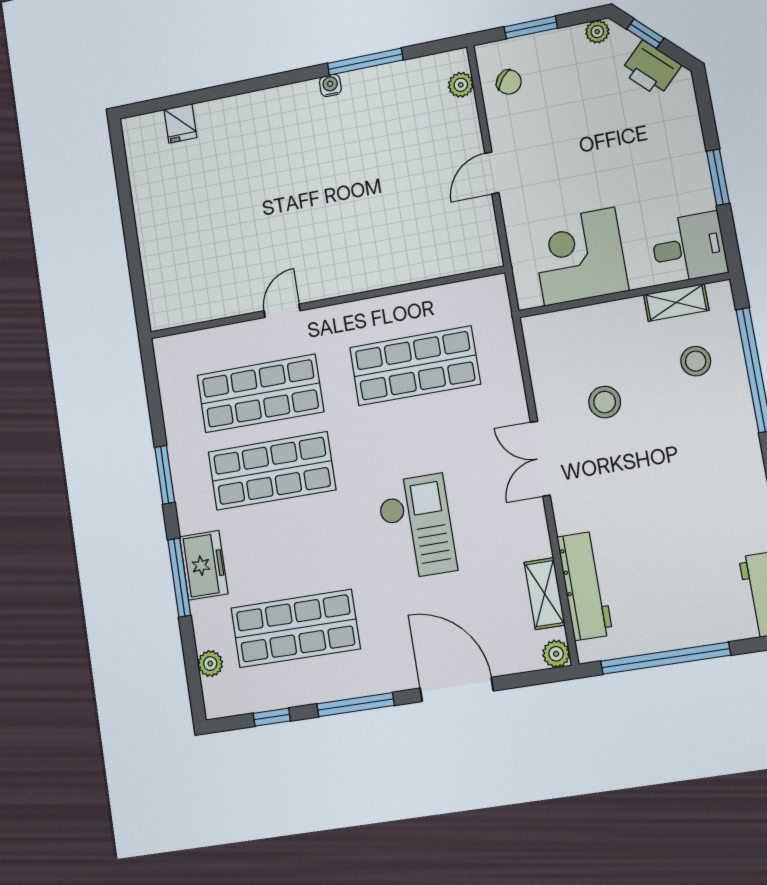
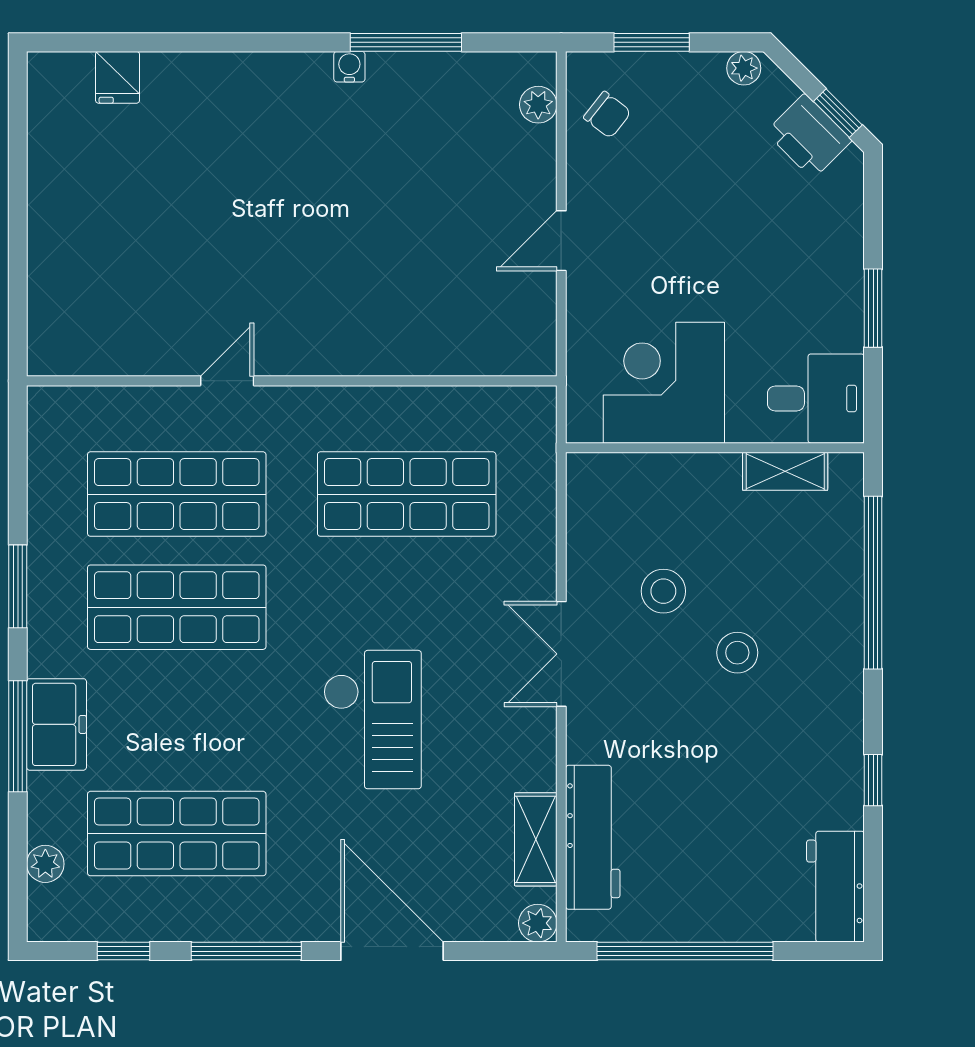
window: (645, 34) -> (838, 113), moved
stool: (696, 361) -> (737, 653), moved

